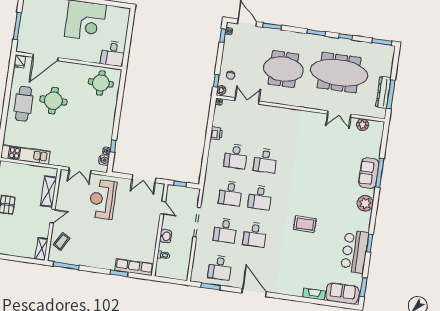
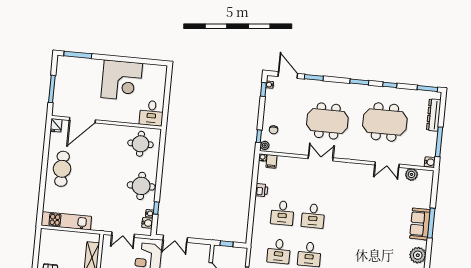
meeting table: (339, 73) -> (385, 122), width x0.73
dresser: (383, 92) -> (434, 115), moved
round table: (53, 101) -> (141, 186), moved
double door: (247, 101) -> (321, 158), moved
filing cabinet: (227, 106) -> (271, 161), added
water cooler: (381, 114) -> (430, 162), added
double door: (144, 179) -> (175, 239), moved

